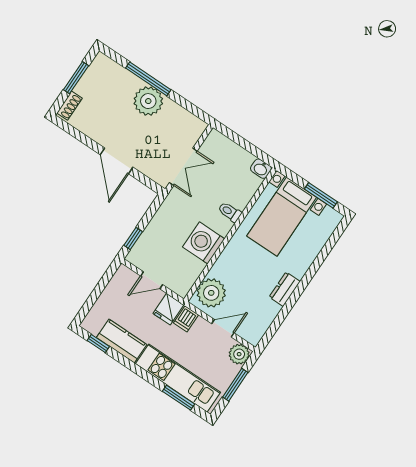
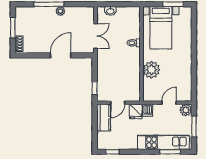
plant: (148, 101) -> (60, 11), width x0.53, depth x0.53
door: (117, 161) -> (61, 55), swing flipped
washbasin: (261, 169) -> (110, 11), moved
washing machine: (204, 243) -> (131, 67), removed
dresser: (285, 289) -> (187, 63), removed
plant: (211, 293) -> (151, 70), moved
kitchen counter: (122, 341) -> (104, 118), moved, turned 90

